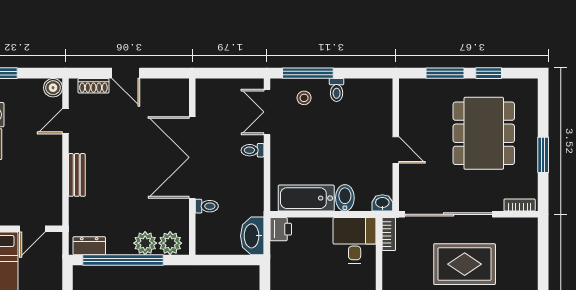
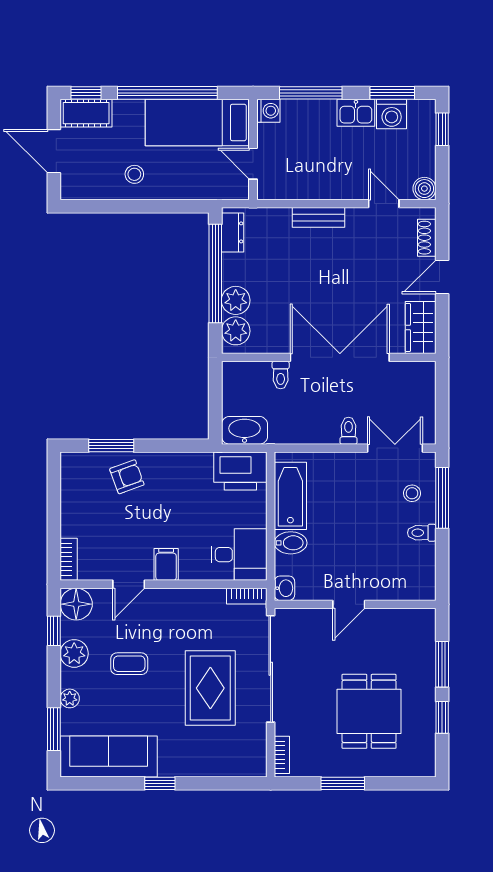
wardrobe: (167, 91) -> (421, 327), added
dining table: (484, 133) -> (369, 711), width x0.73
printer: (281, 229) -> (240, 471), width x1.87, depth x1.48

